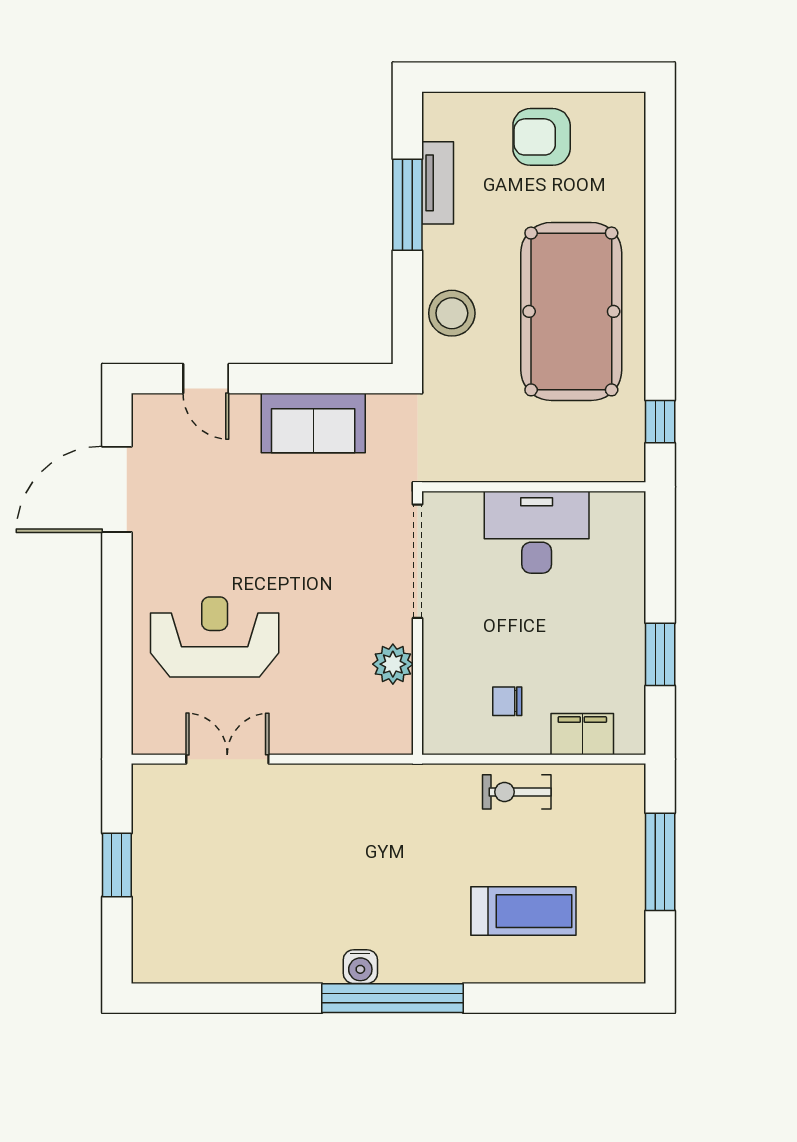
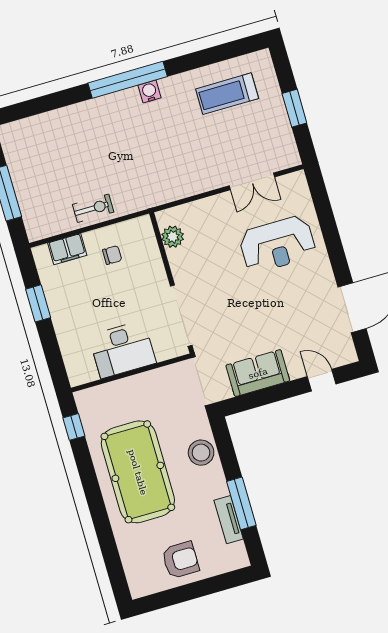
plant: (393, 664) -> (173, 237), moved
treadmill: (524, 911) -> (227, 94), moved

